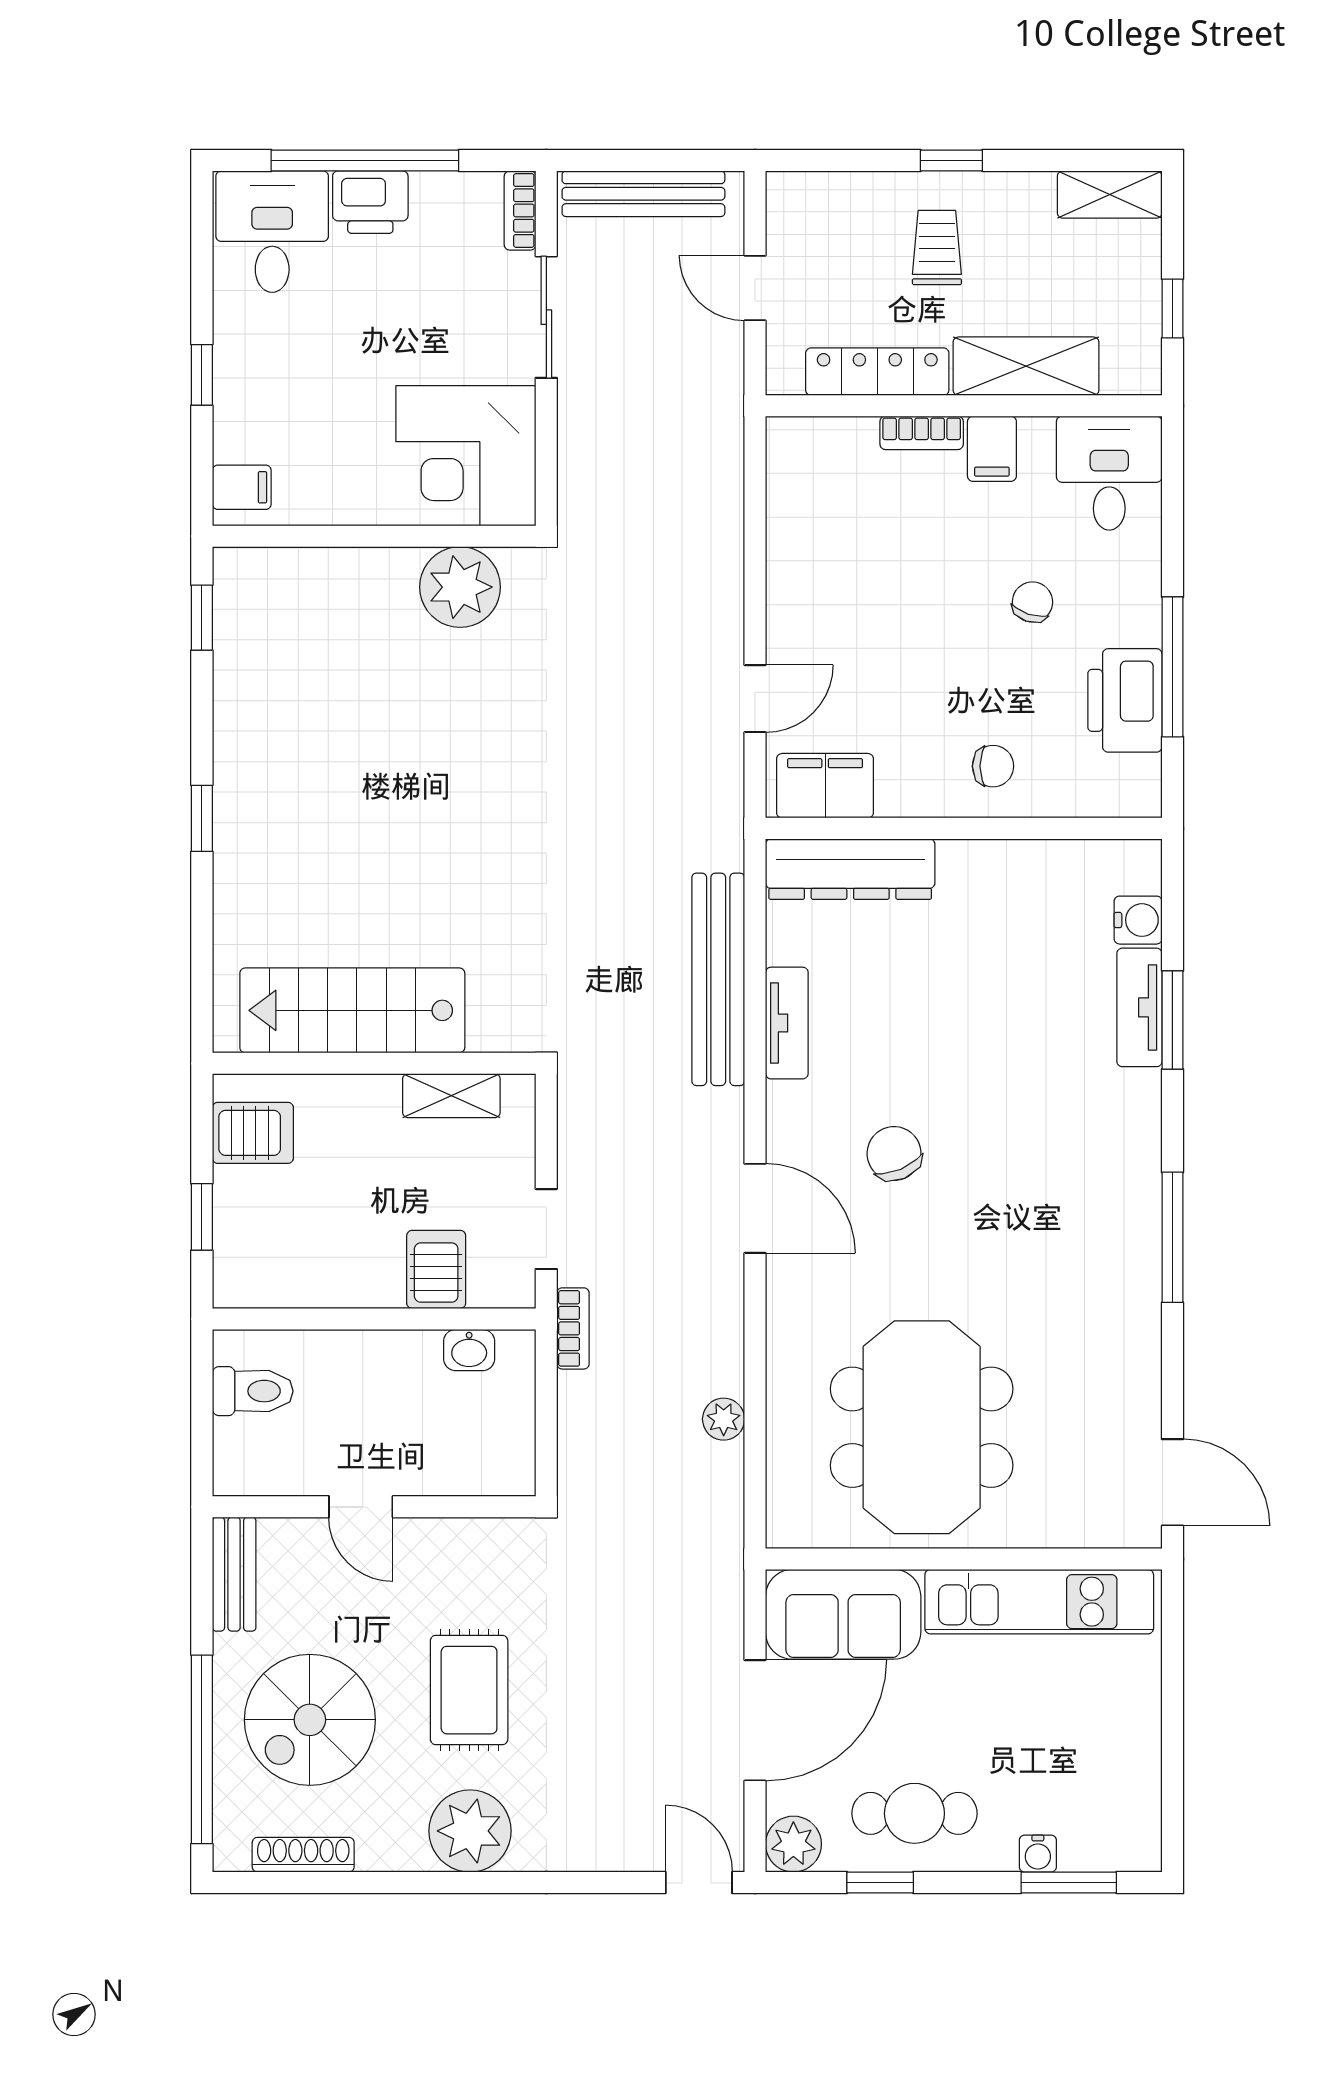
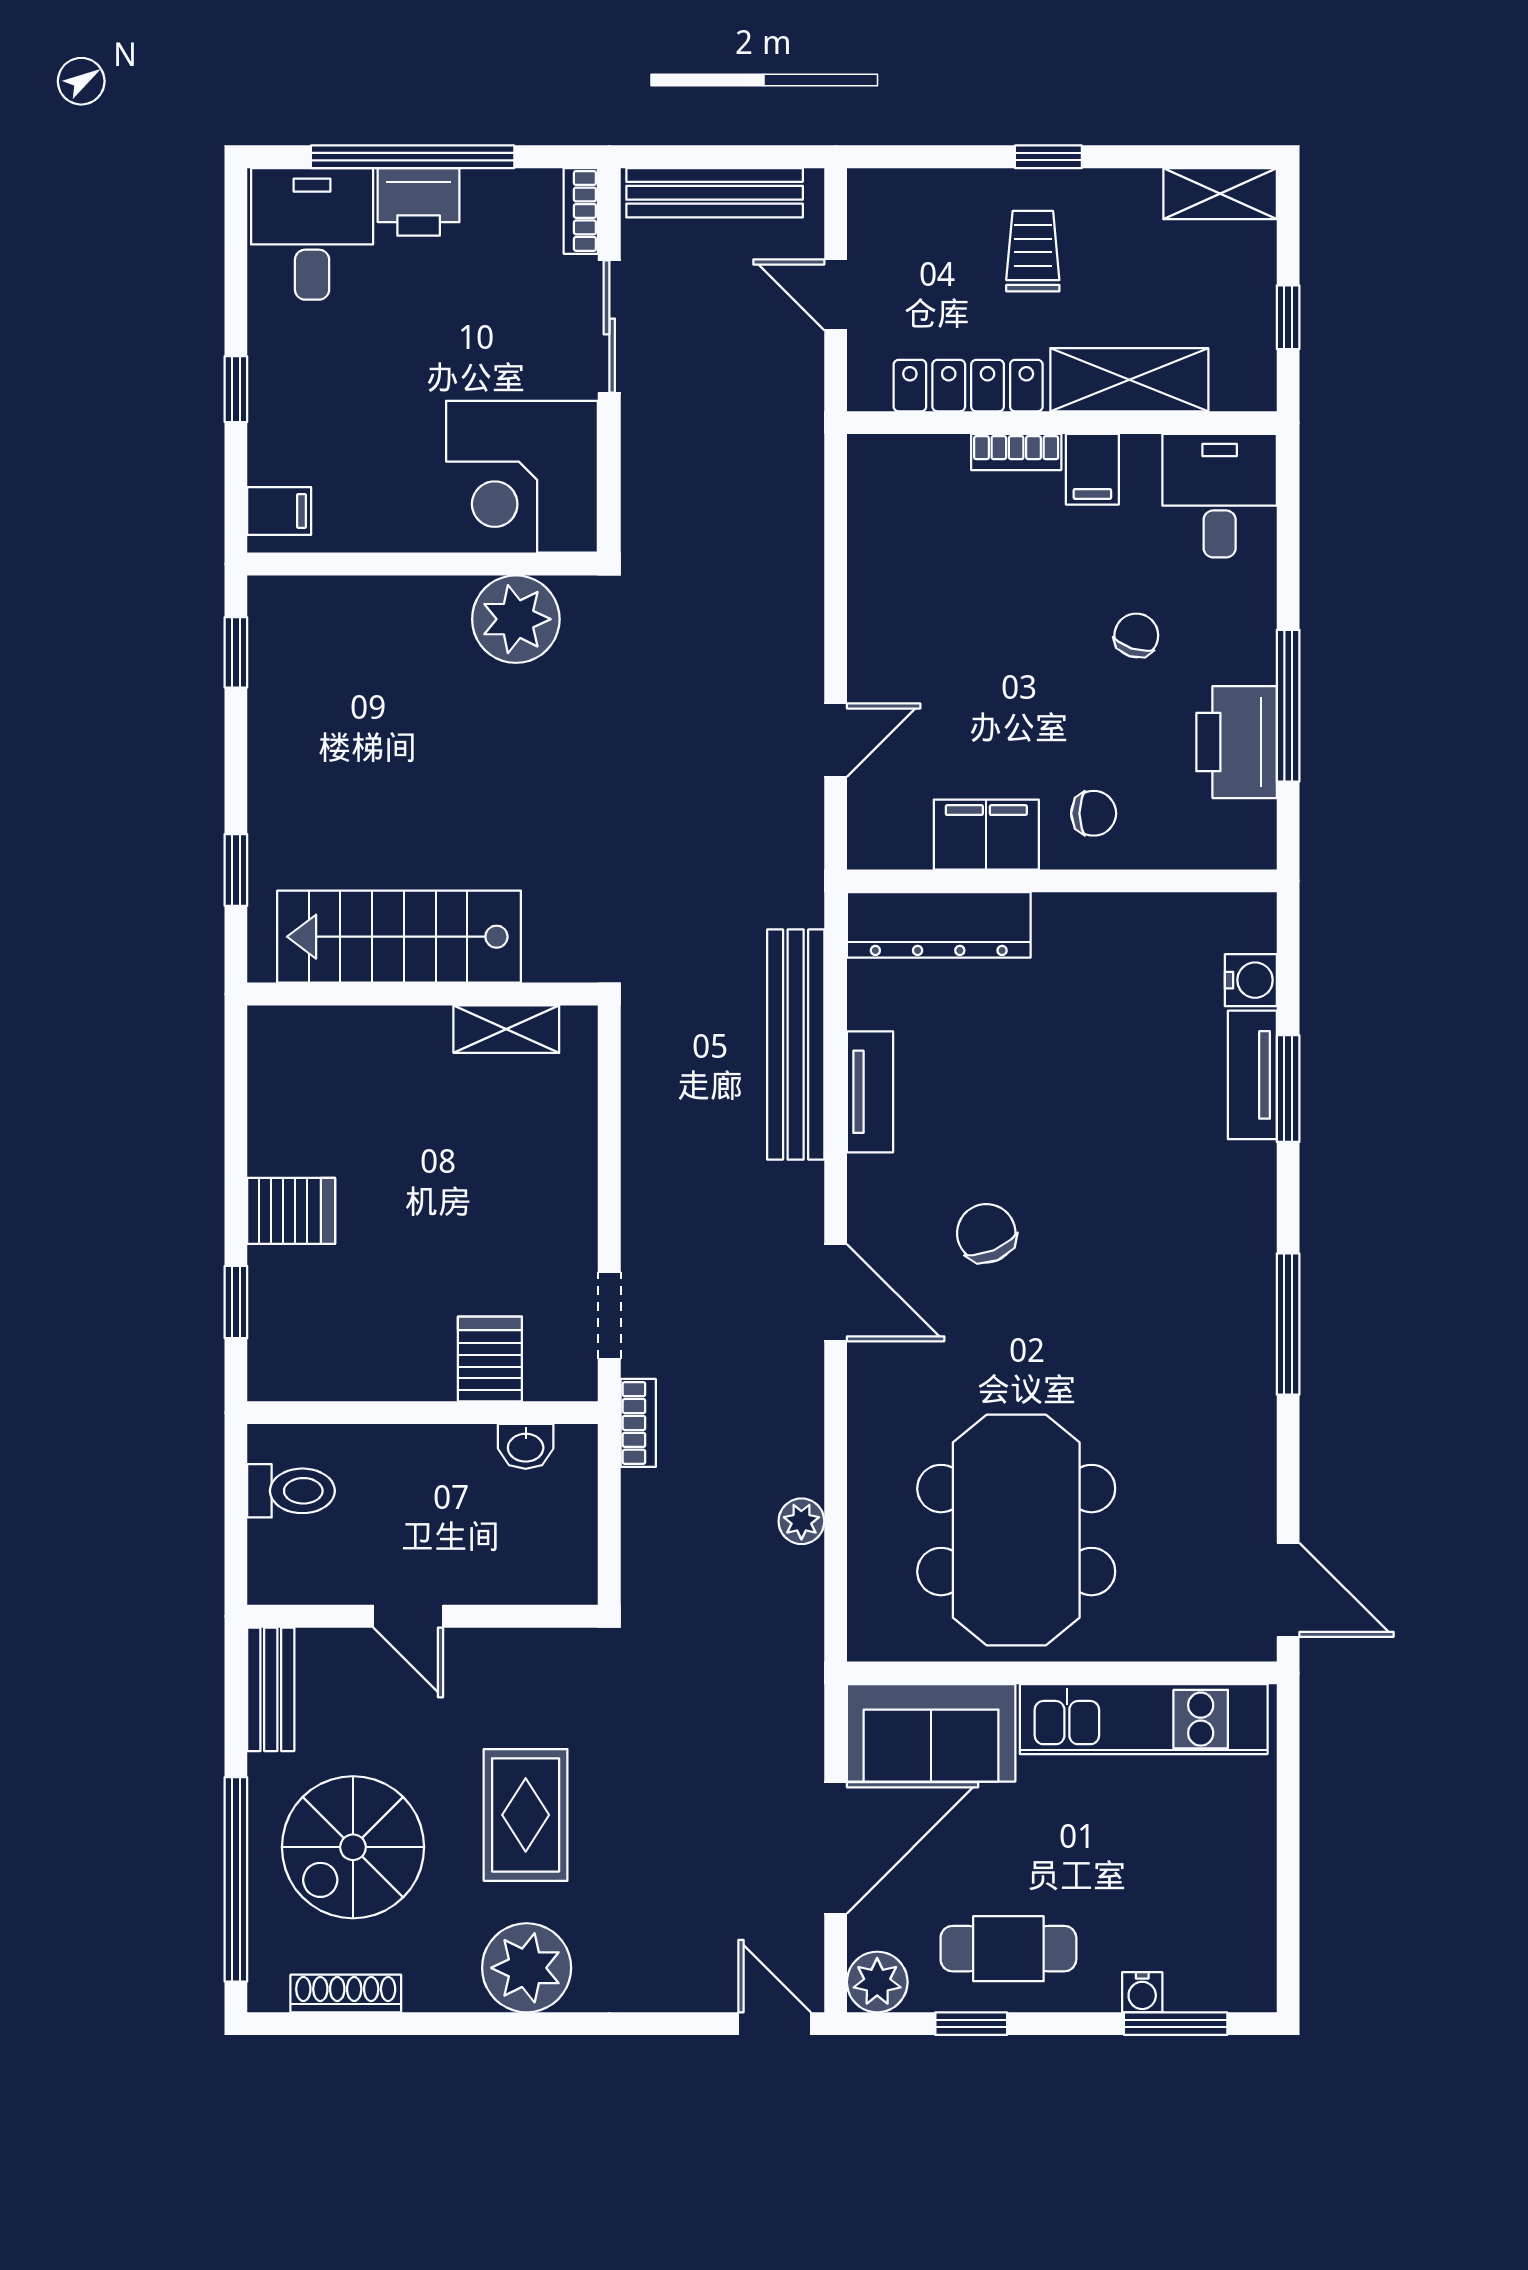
filing cabinet: (825, 786) -> (986, 835), moved
stairs: (352, 1010) -> (399, 937), moved
wall: (374, 1063) -> (423, 994), moved
shelving: (451, 1096) -> (506, 1029), moved

